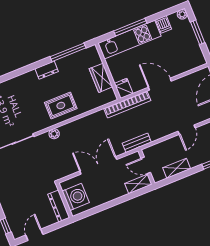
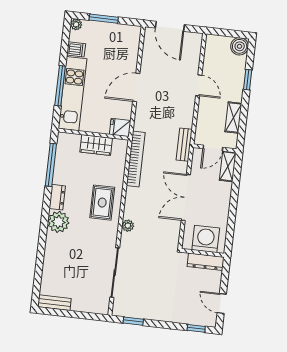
plant: (29, 81) -> (58, 222), added
bookcase: (127, 104) -> (136, 159), moved

